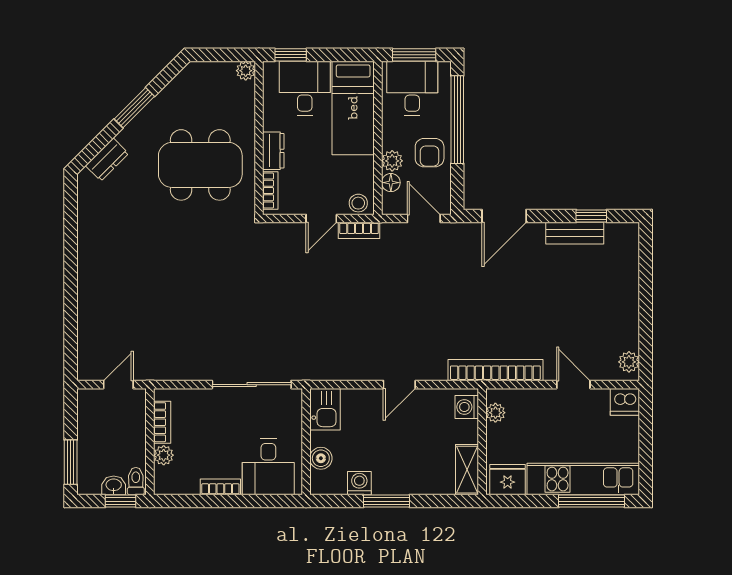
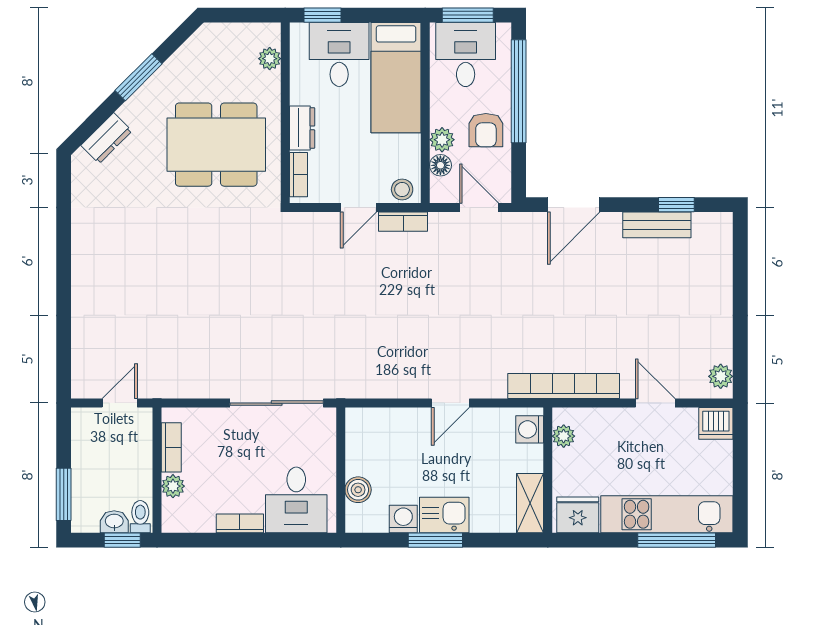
plant: (246, 71) -> (270, 59), moved
kitchen sink: (325, 409) -> (444, 515), moved, turned -90

